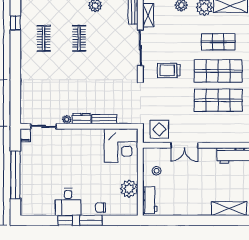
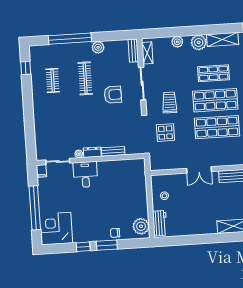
clothes rail: (79, 38) -> (85, 78), width x1.36
armchair: (108, 58) -> (113, 95), added
trolley: (169, 70) -> (170, 103), turned 91
display table: (159, 129) -> (165, 133), moved
double door: (184, 145) -> (199, 170), moved
corner desk: (121, 146) -> (56, 229), moved, turned 180
plant: (129, 189) -> (141, 226), moved
desk: (68, 202) -> (85, 175), moved, turned 180

